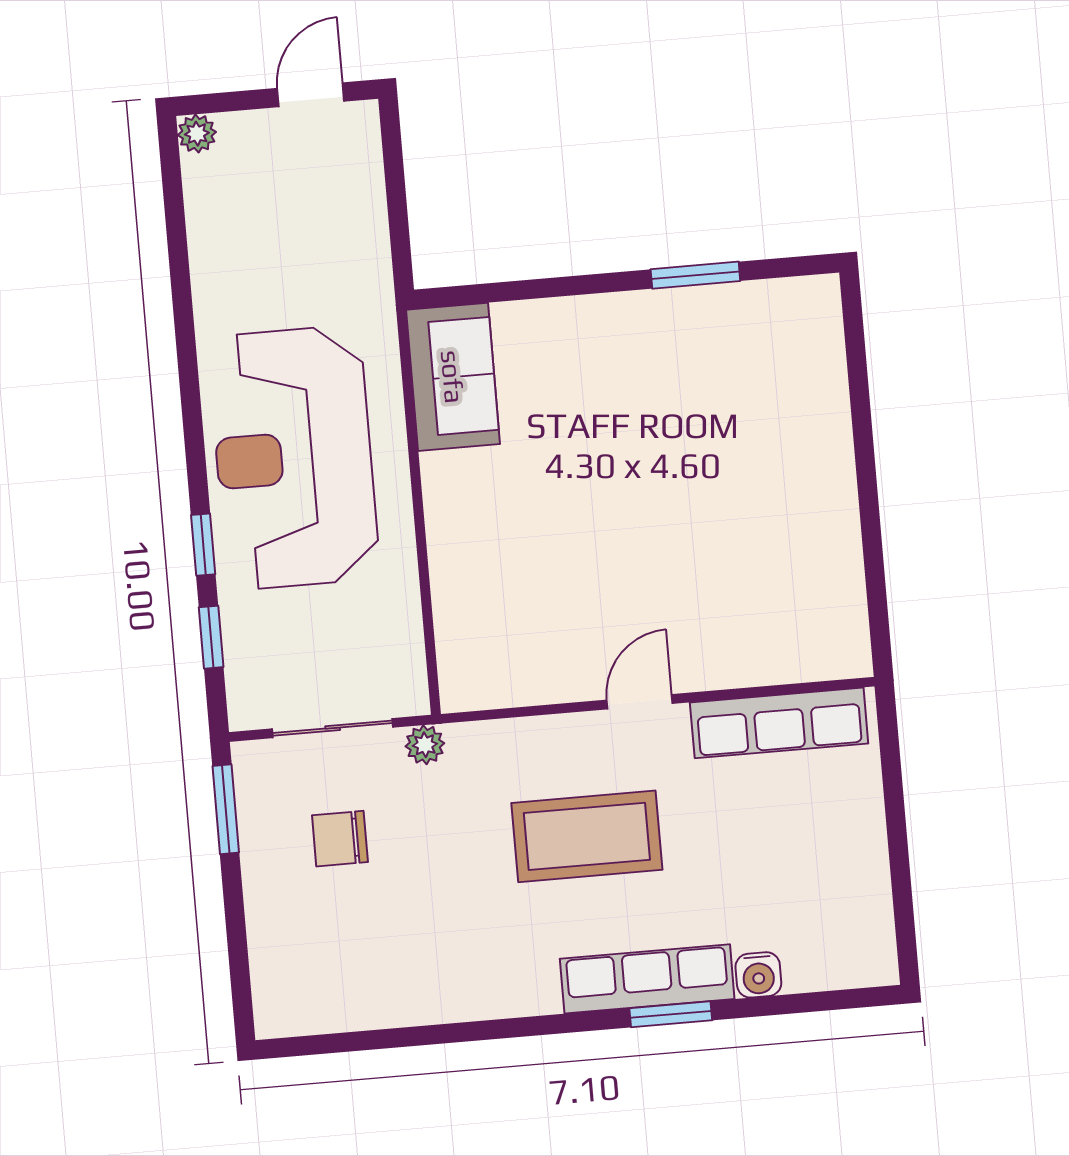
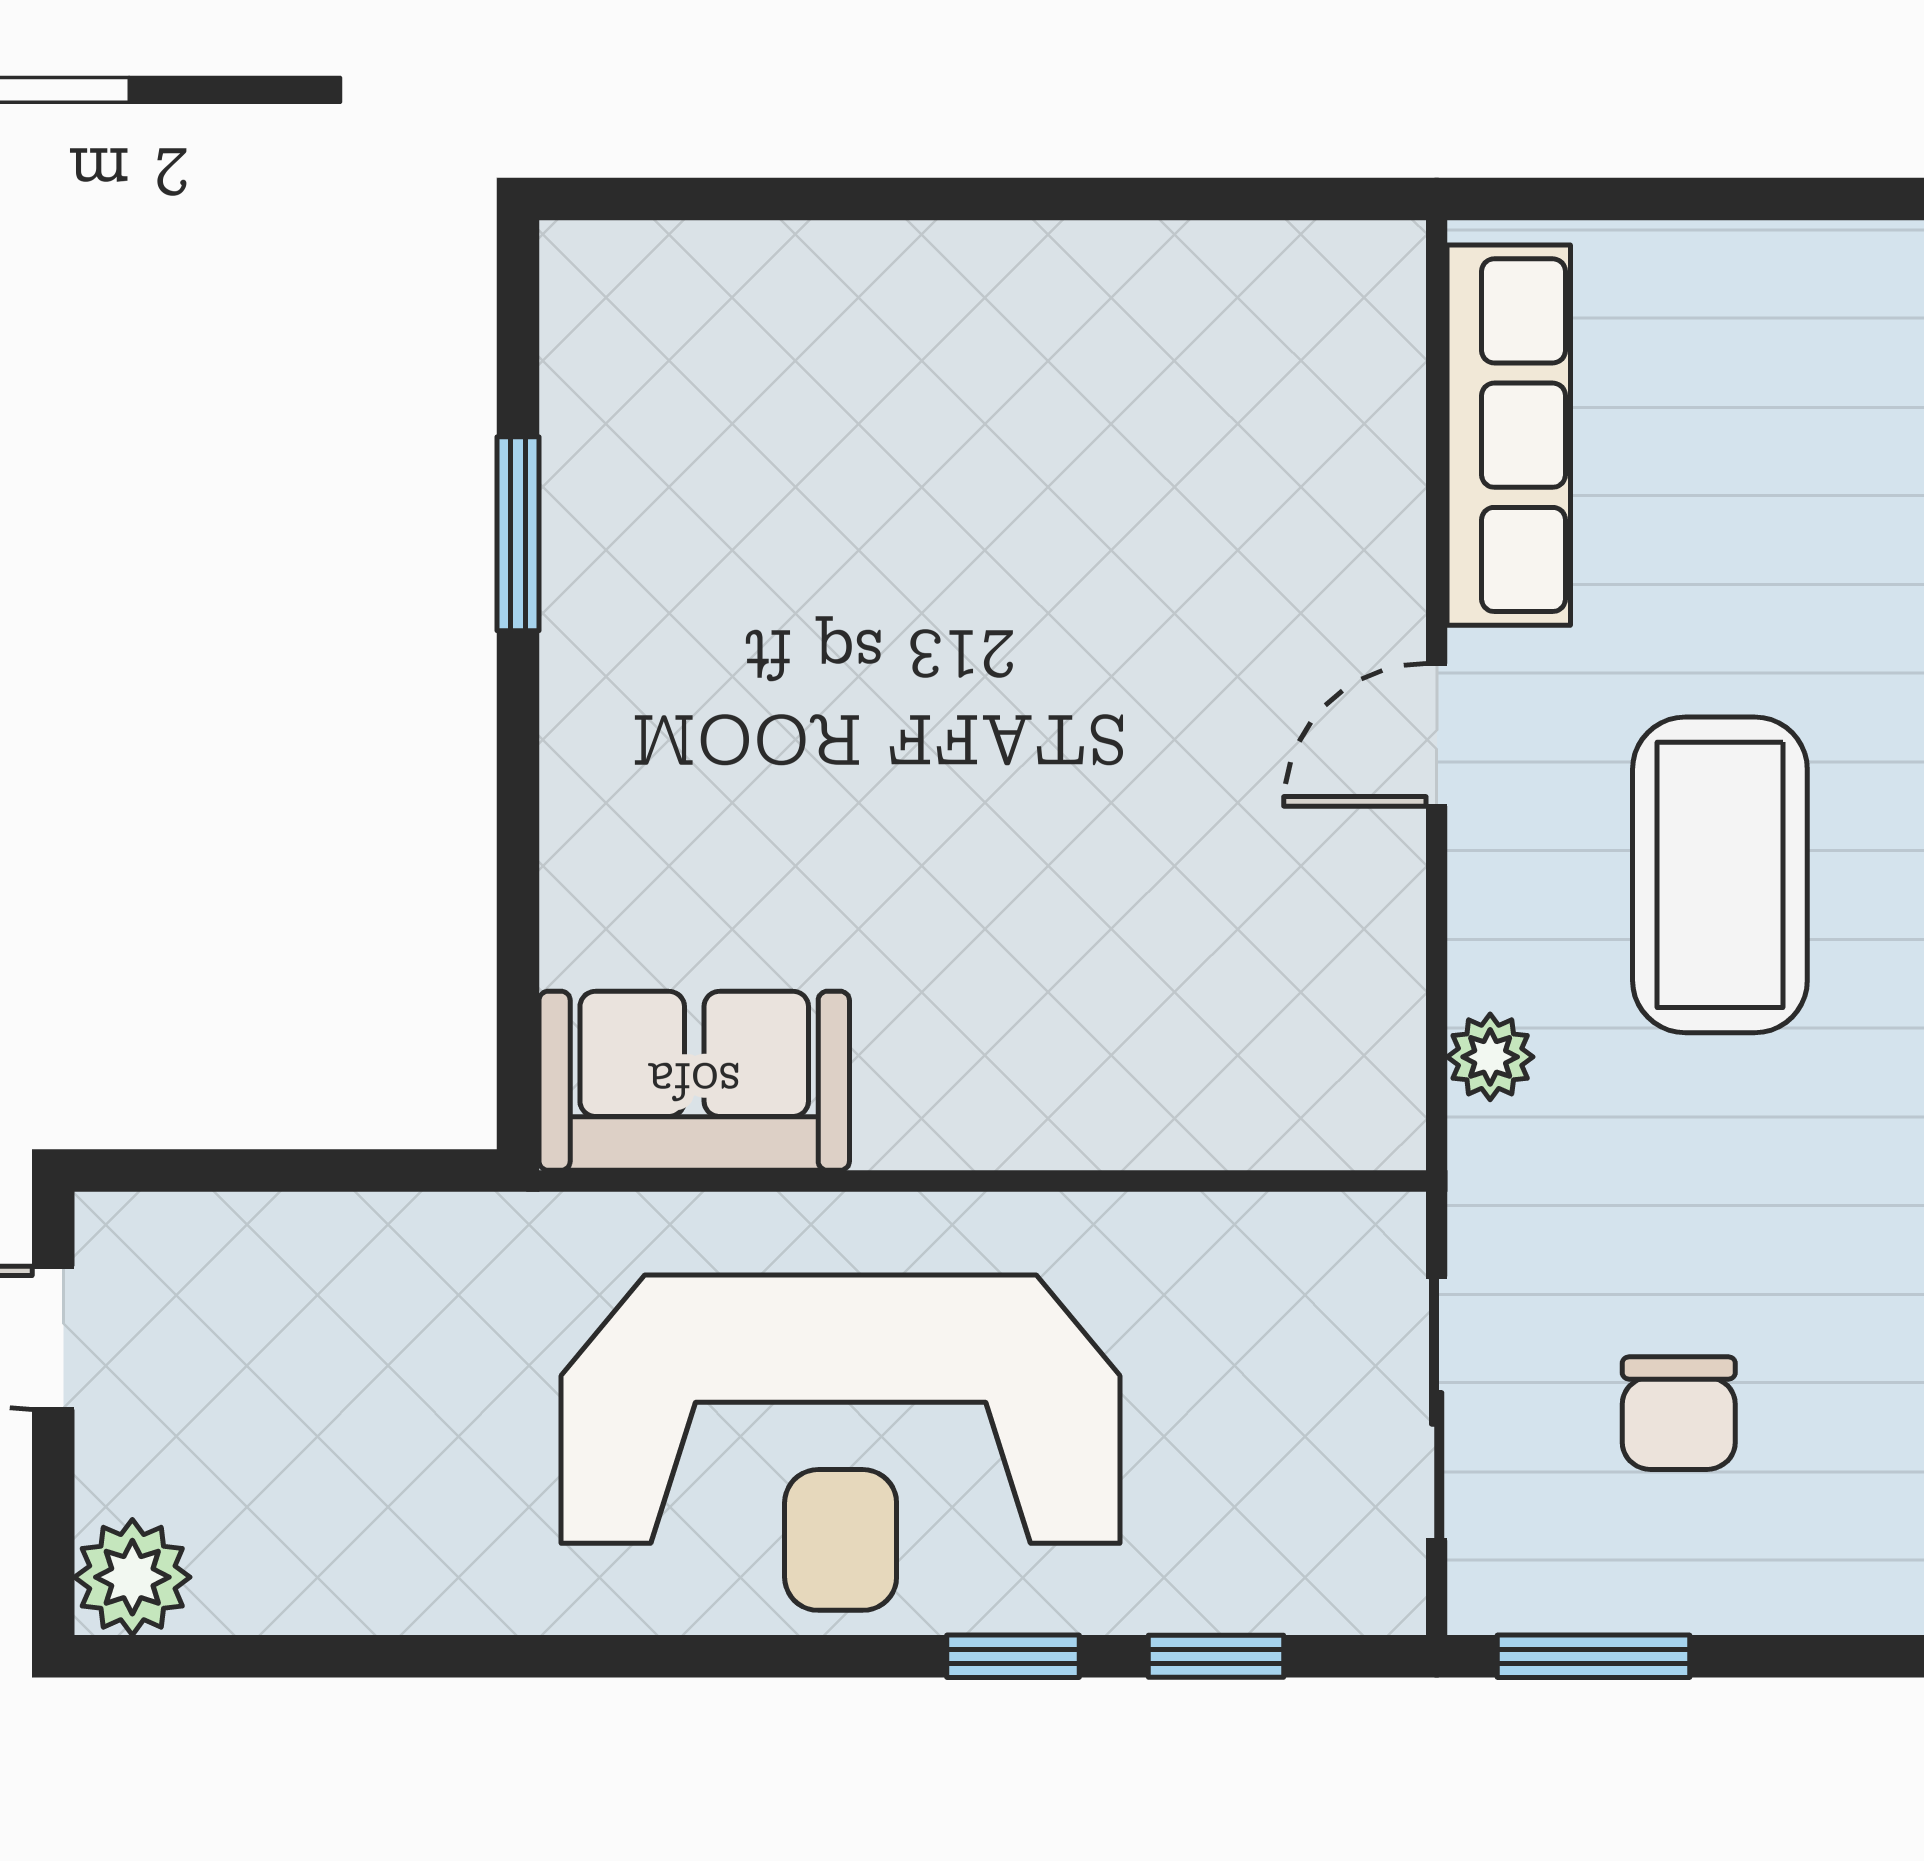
plant: (197, 134) -> (132, 1577), width x1.38, depth x1.38
door: (640, 702) -> (1437, 735), hinge flipped
plant: (425, 745) -> (1490, 1057), moved

